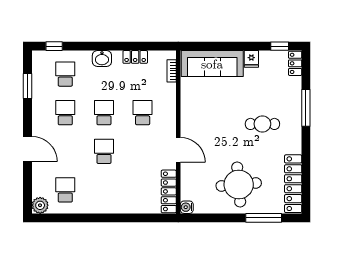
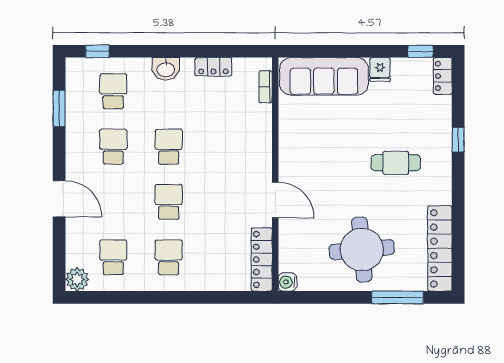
window: (306, 108) -> (458, 140), width x0.46
school desk: (143, 113) -> (169, 257), moved

